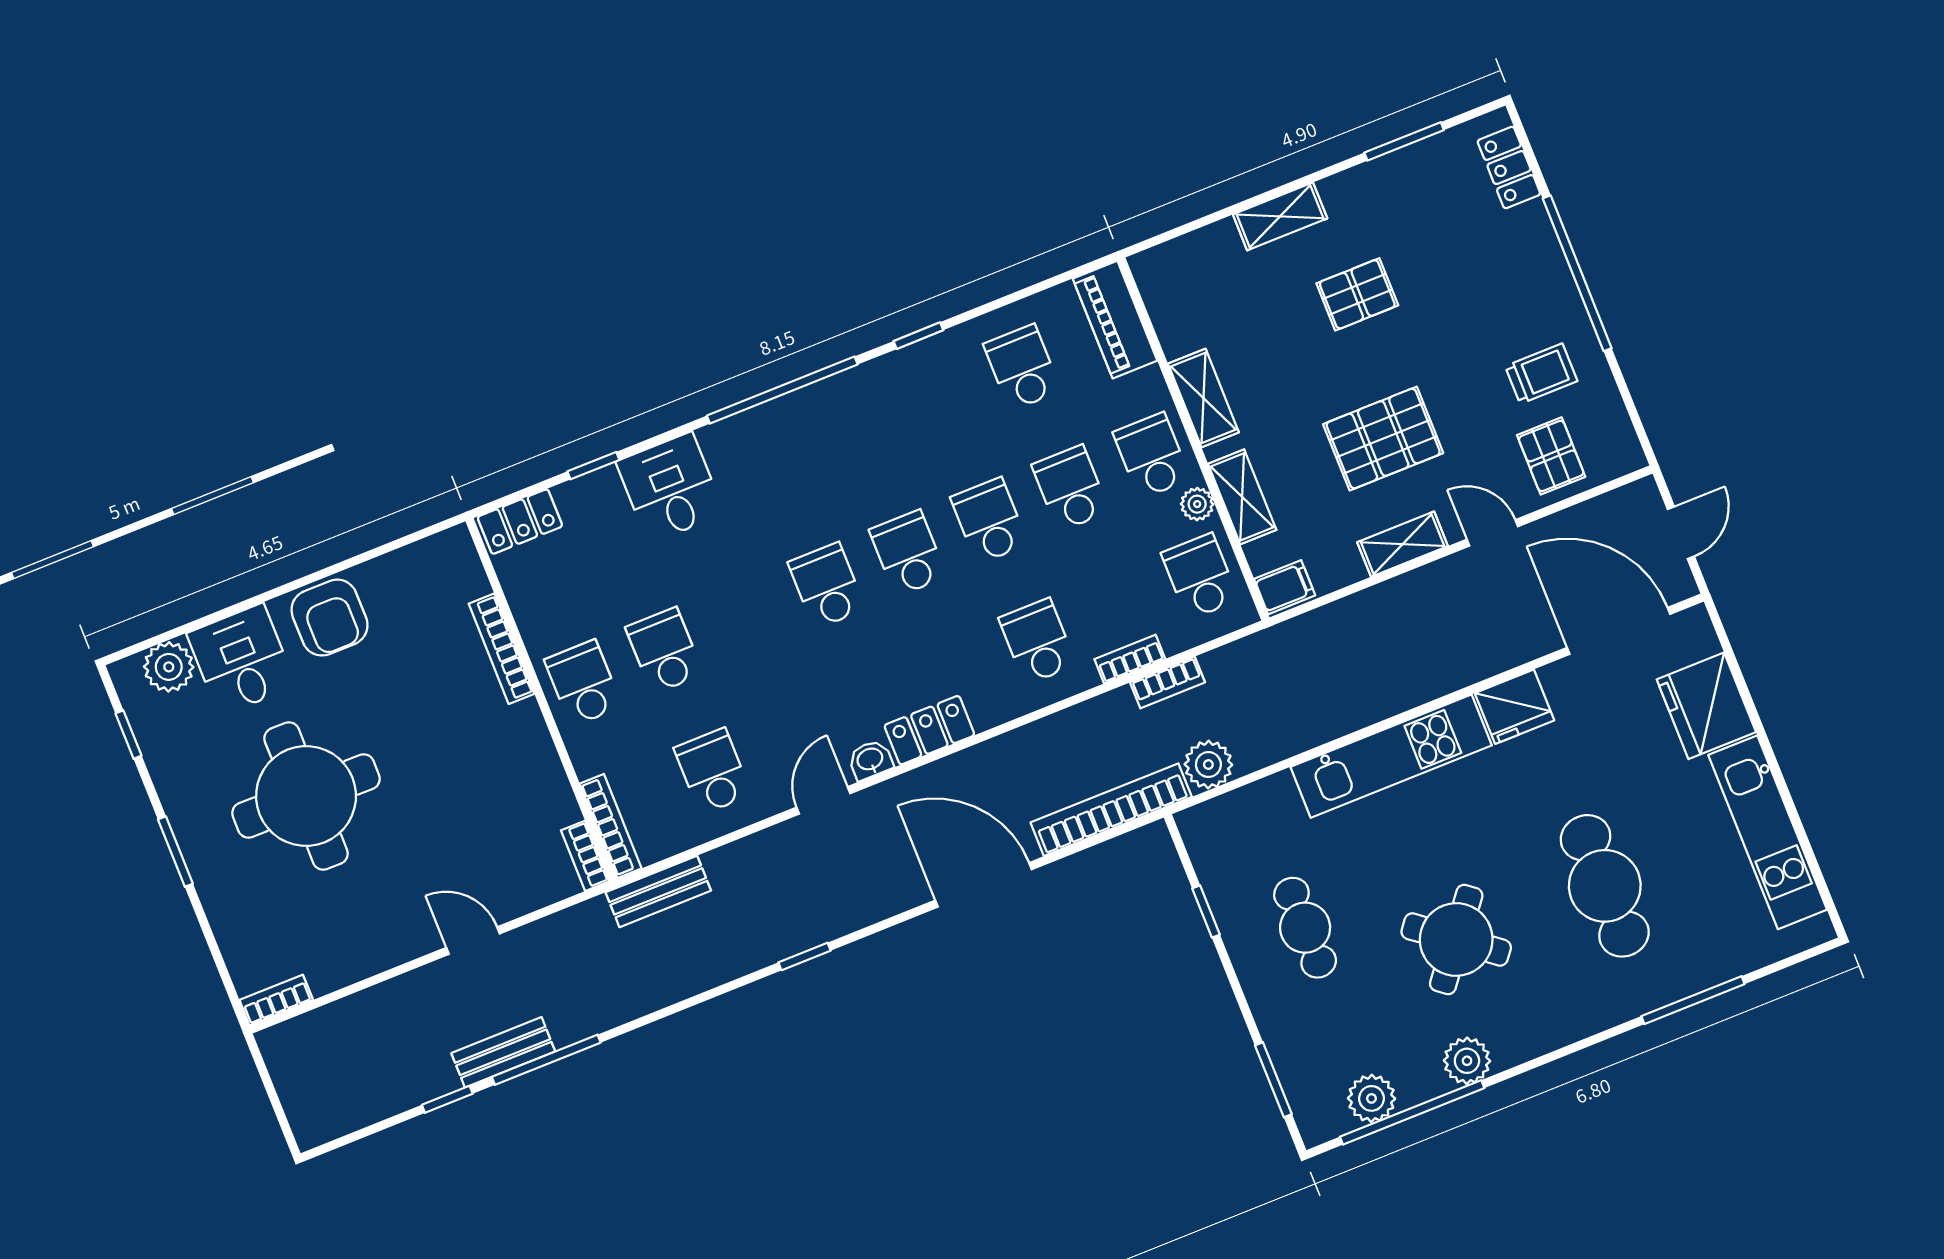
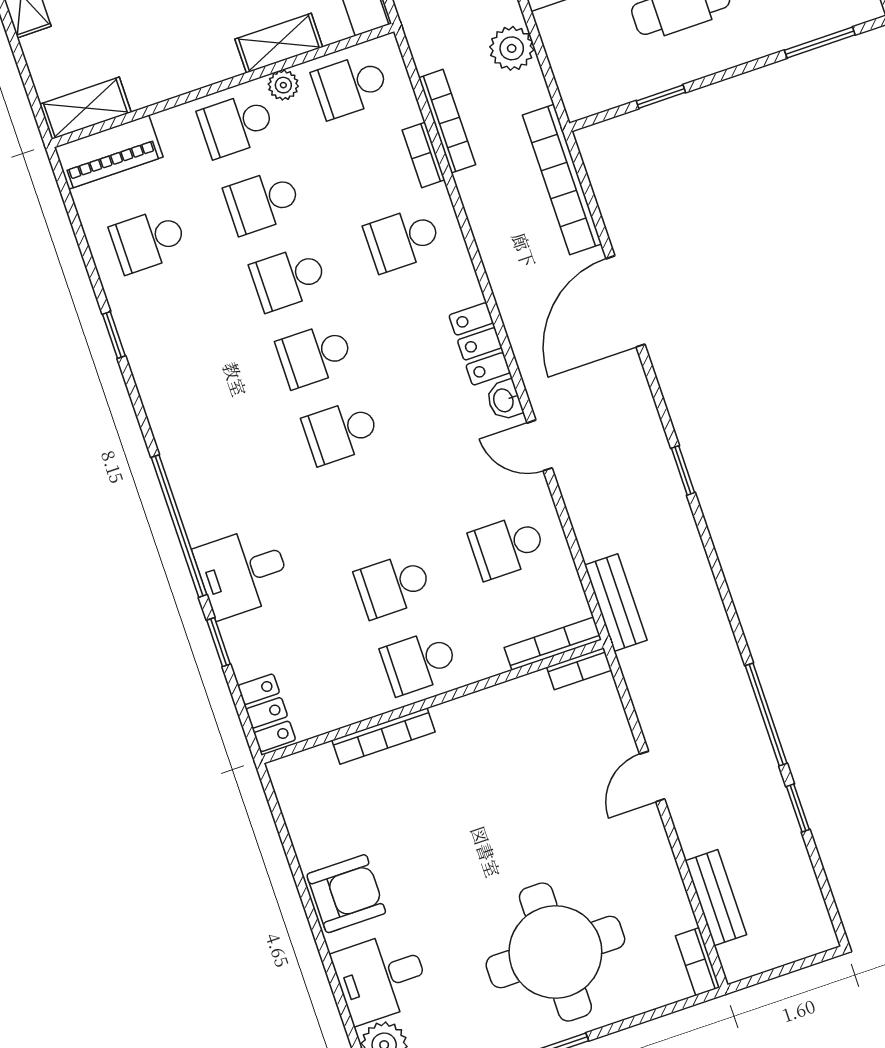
window: (782, 390) -> (179, 526), moved
shelving: (1203, 398) -> (86, 108), moved
bookcase: (1167, 682) -> (447, 121), width x1.56
plant: (1208, 765) -> (512, 48), moved
round table: (306, 796) -> (555, 952), moved
bench: (503, 1052) -> (716, 898), moved

